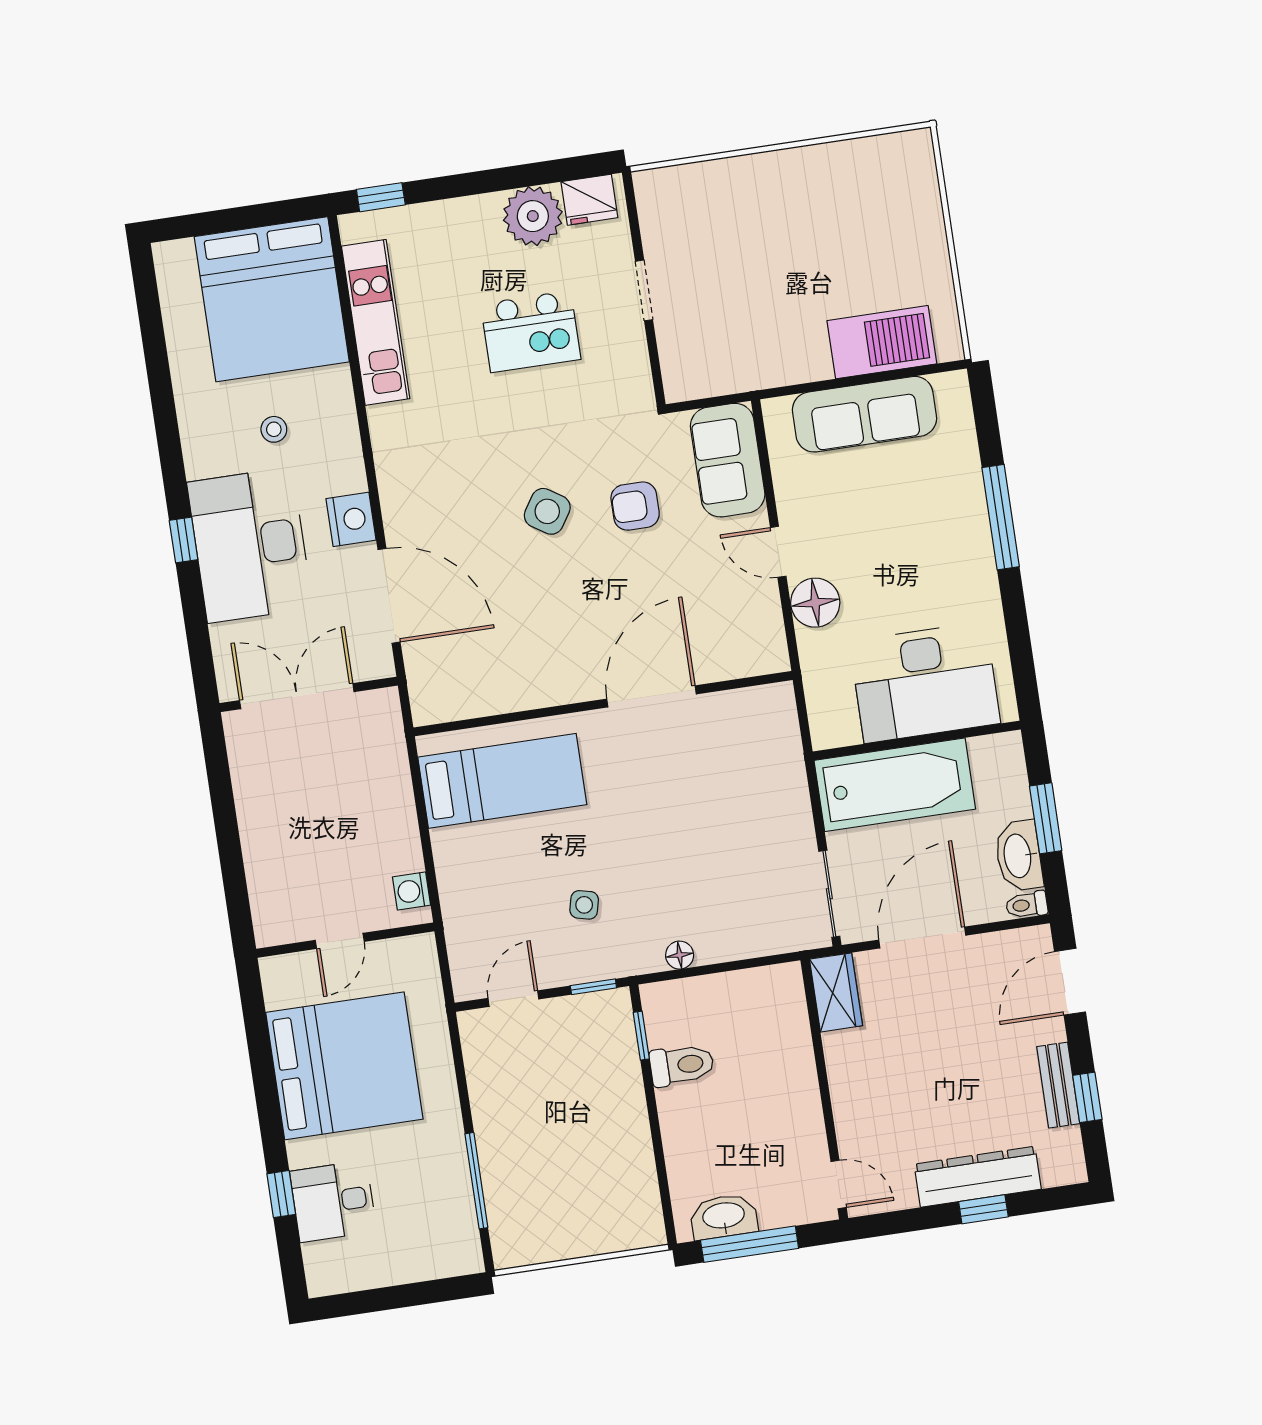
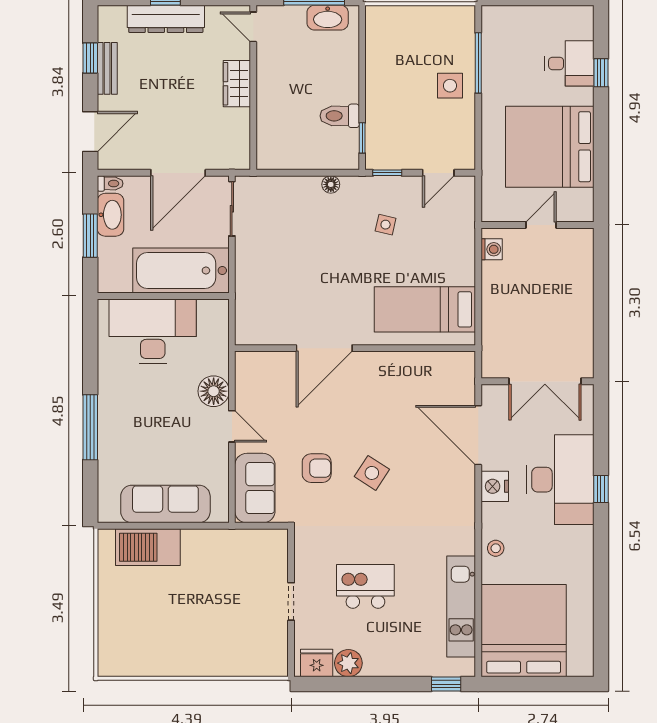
plant: (533, 216) -> (348, 663), width x0.73, depth x0.73
stool: (274, 429) -> (496, 548), moved
wardrobe: (836, 992) -> (237, 84), moved
side table: (515, 1138) -> (450, 86), added

